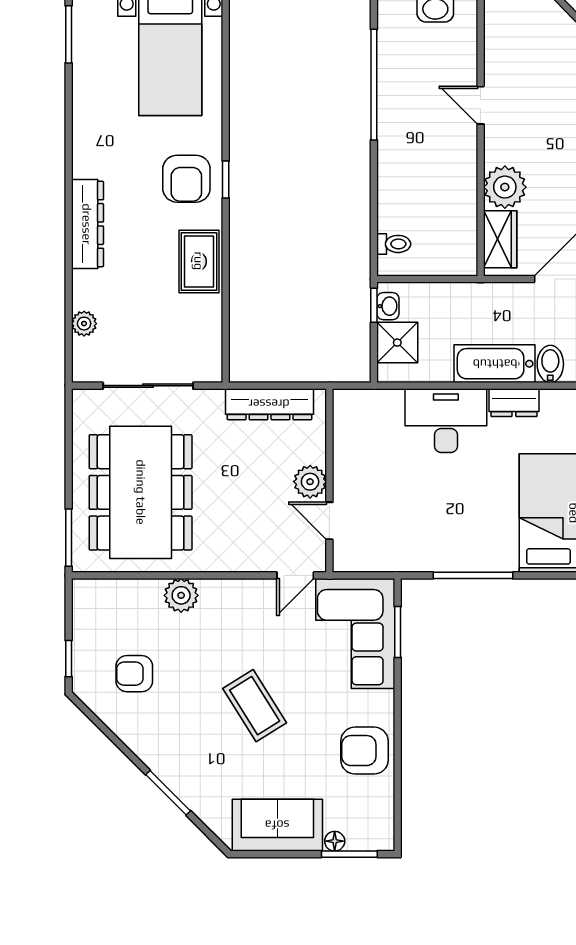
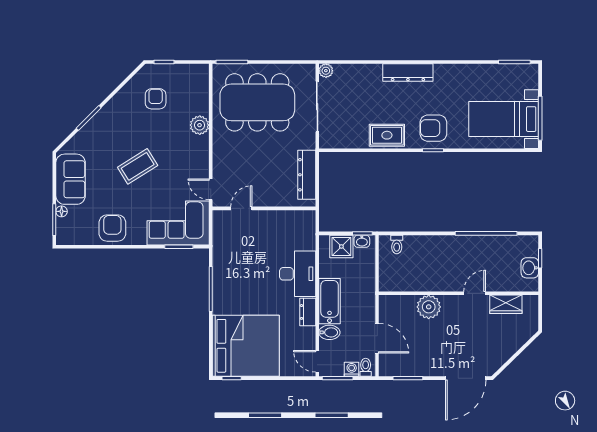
wardrobe: (500, 239) -> (506, 304), moved
plant: (84, 324) -> (326, 71), moved
plant: (310, 482) -> (263, 198), removed

